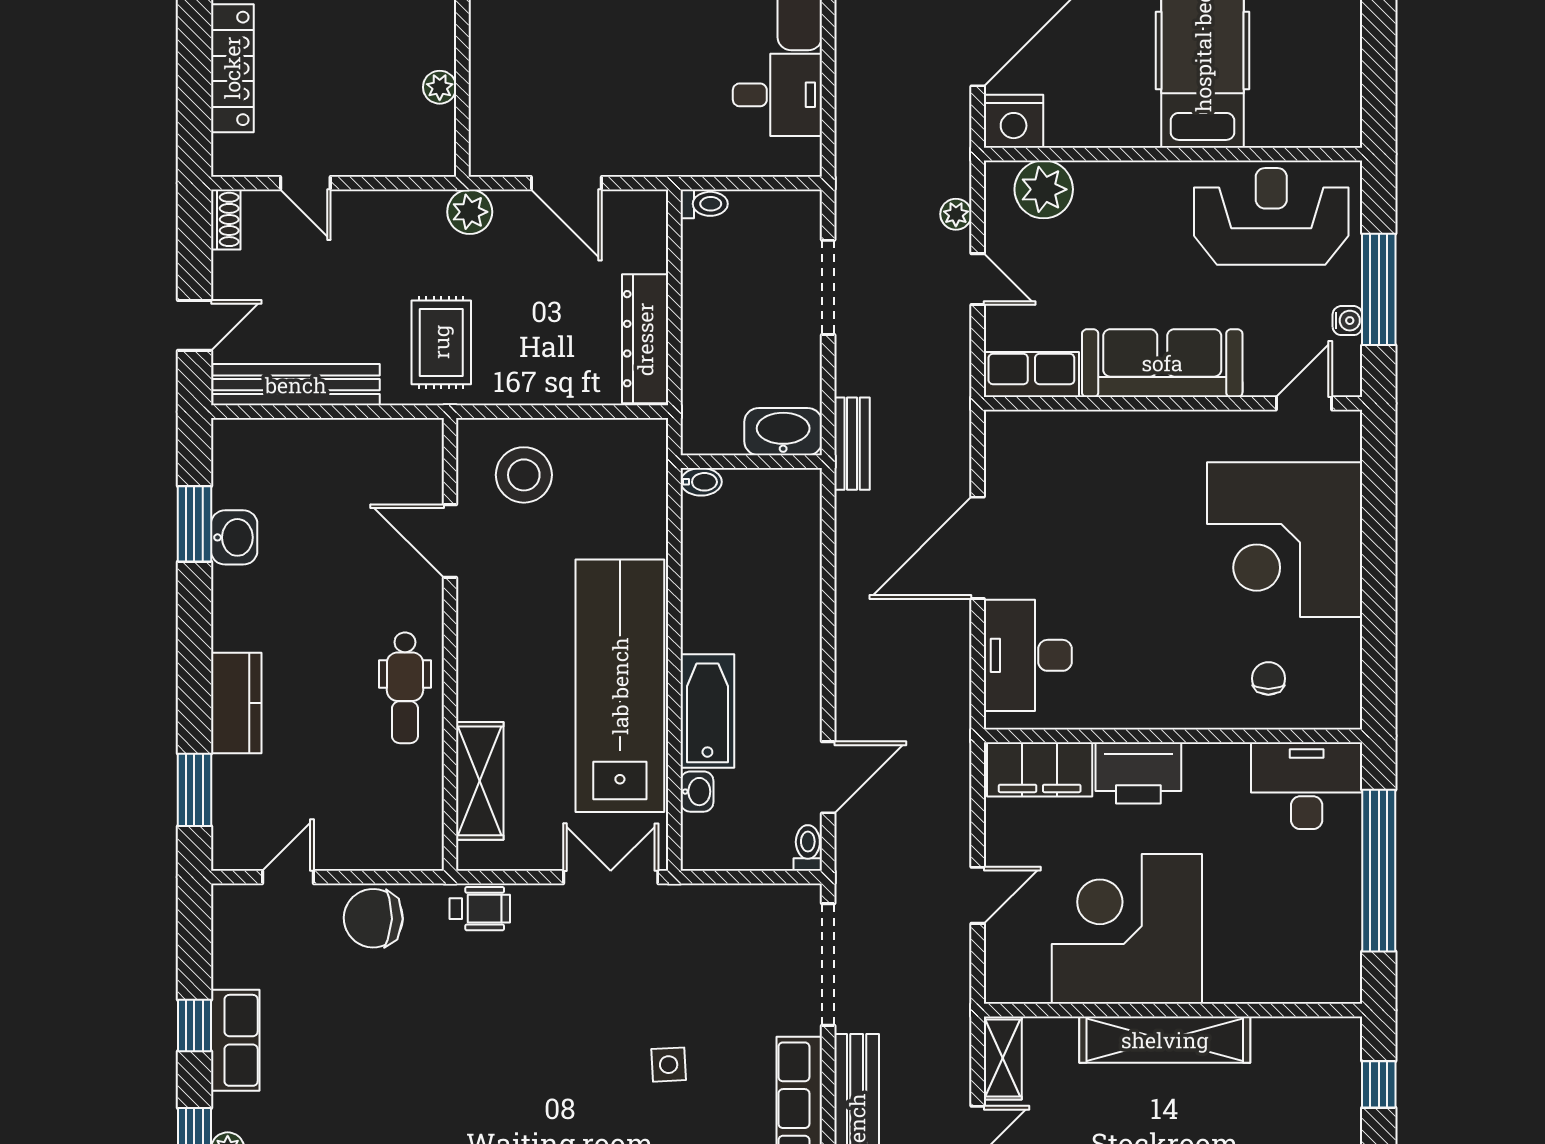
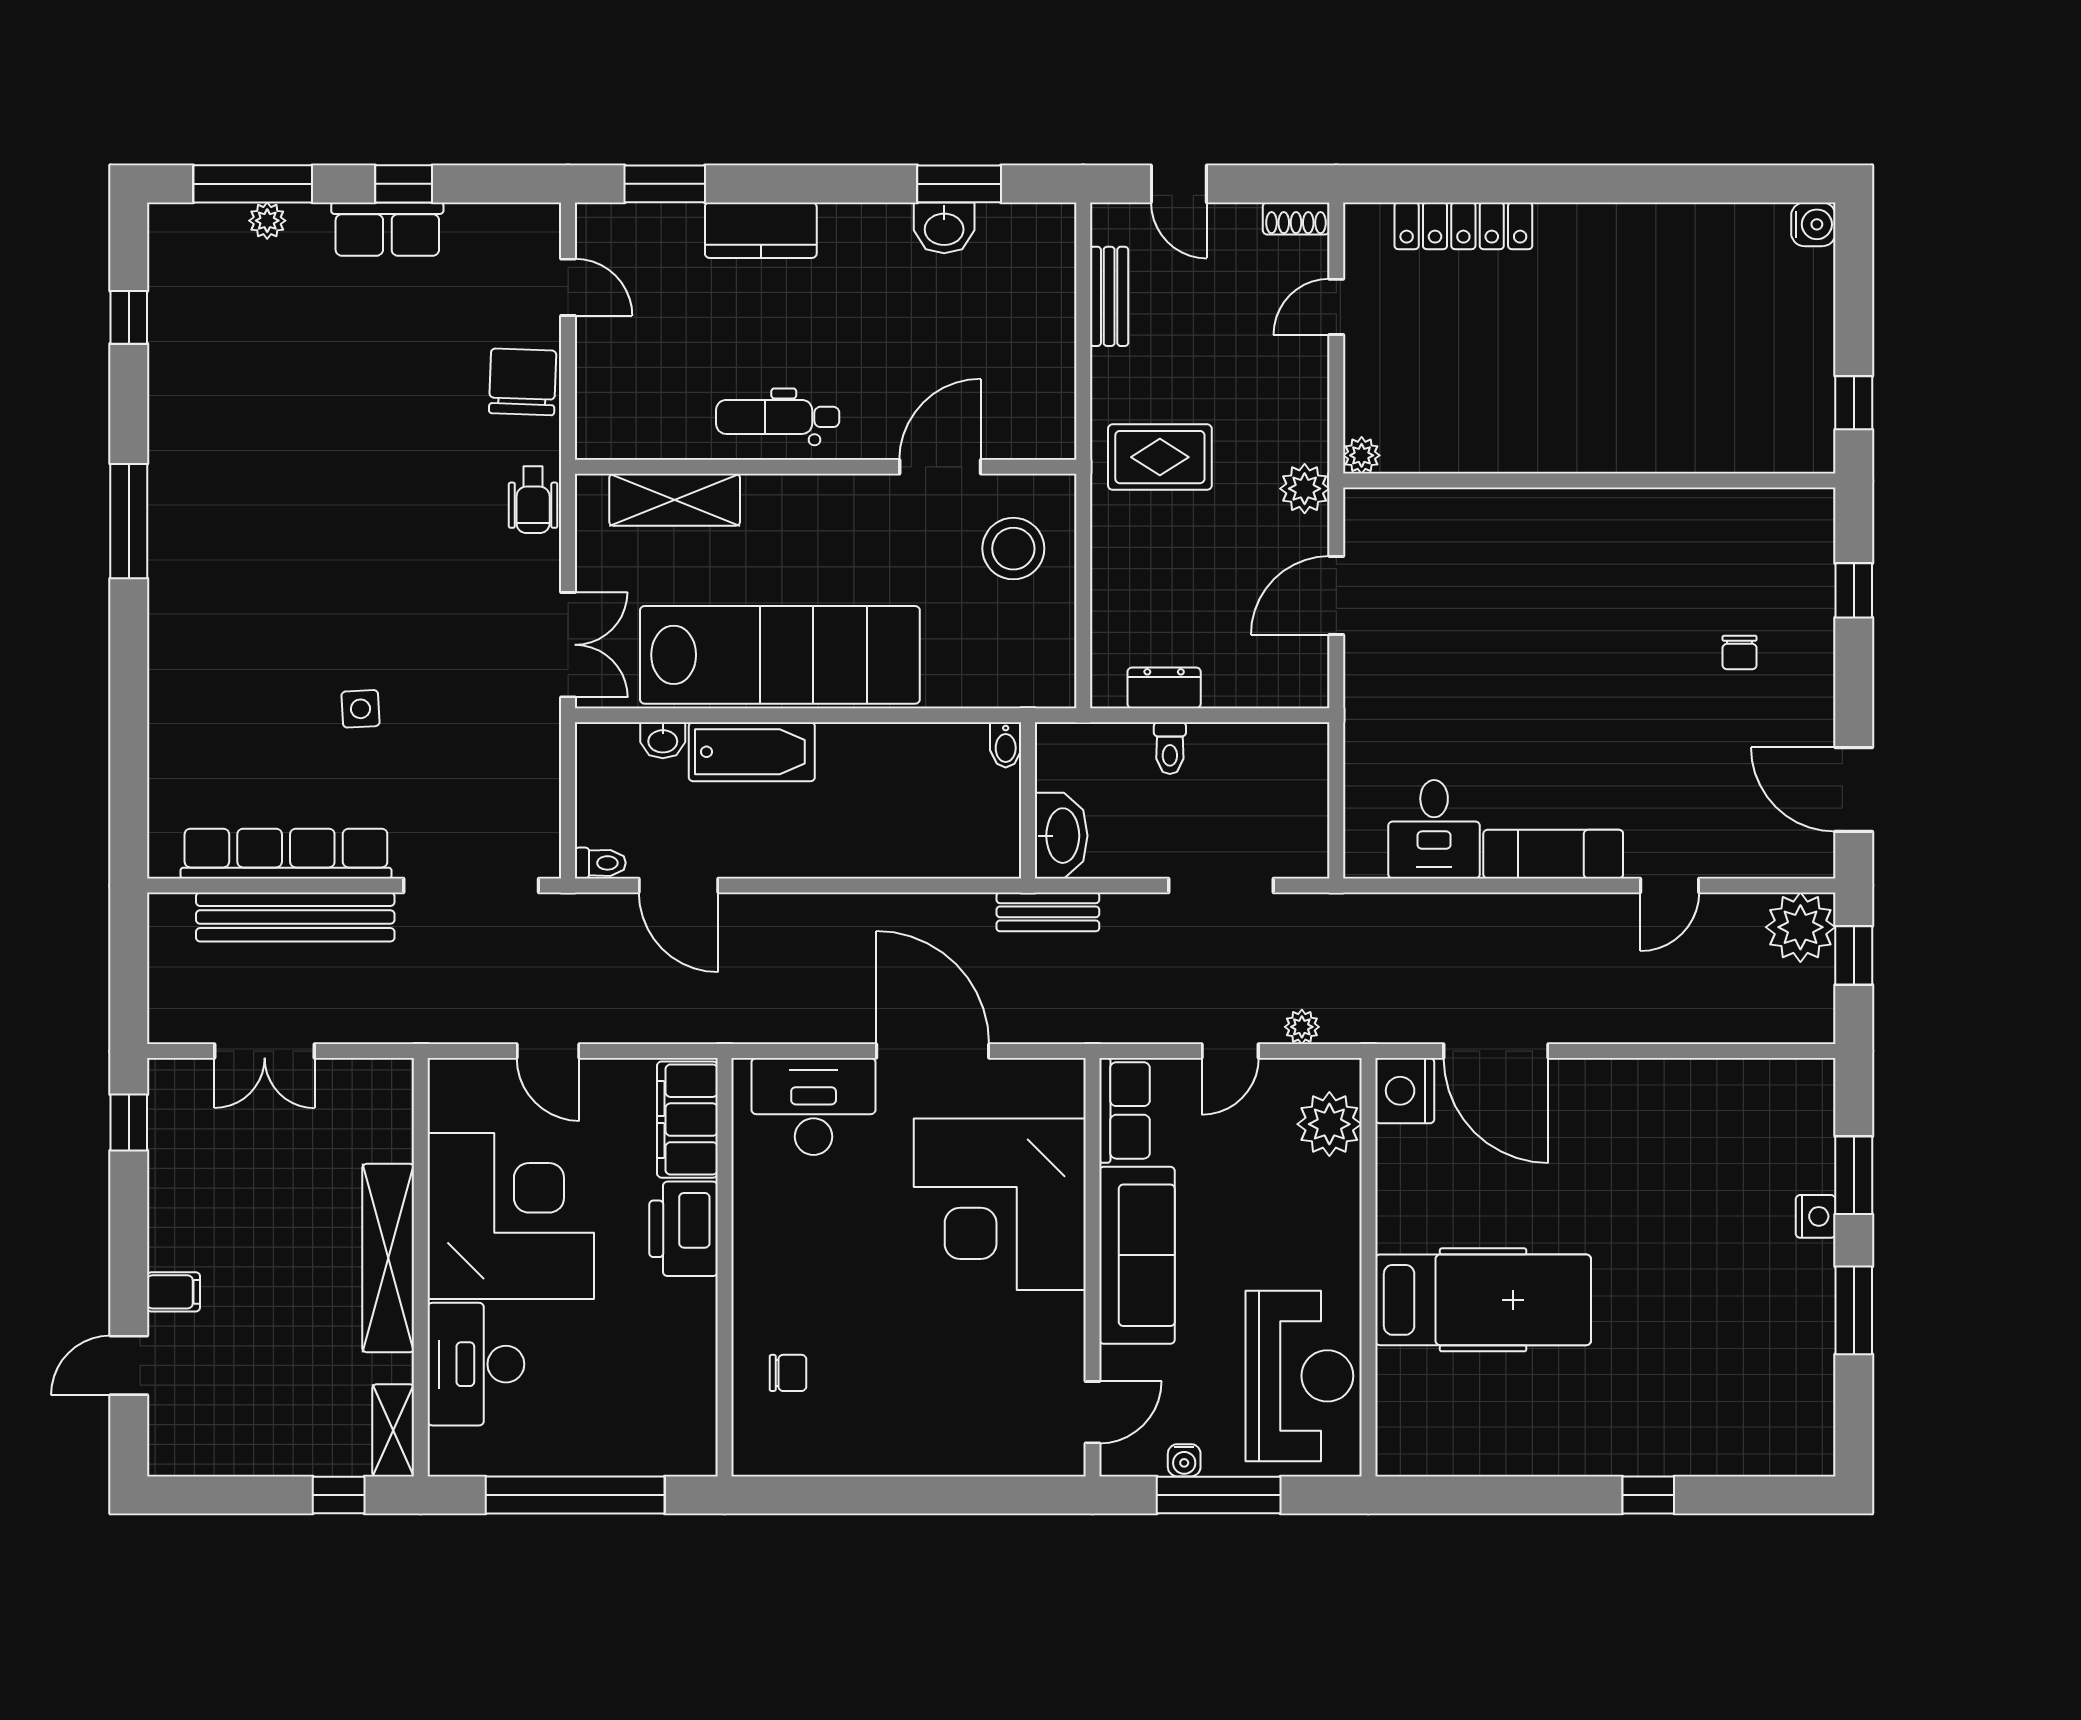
plant: (440, 87) -> (1362, 455), moved
toilet: (704, 204) -> (1170, 748), moved
dresser: (645, 339) -> (1164, 688), width x0.51, depth x0.80
bench: (296, 385) -> (1109, 296), width x0.54, depth x0.82
door: (1304, 403) -> (1092, 1412), hinge flipped
corner desk: (1285, 540) -> (1000, 1204), moved, turned -90
desk: (1307, 786) -> (476, 1364), moved, turned 180
shelving: (1003, 1058) -> (393, 1430), moved, turned 90

